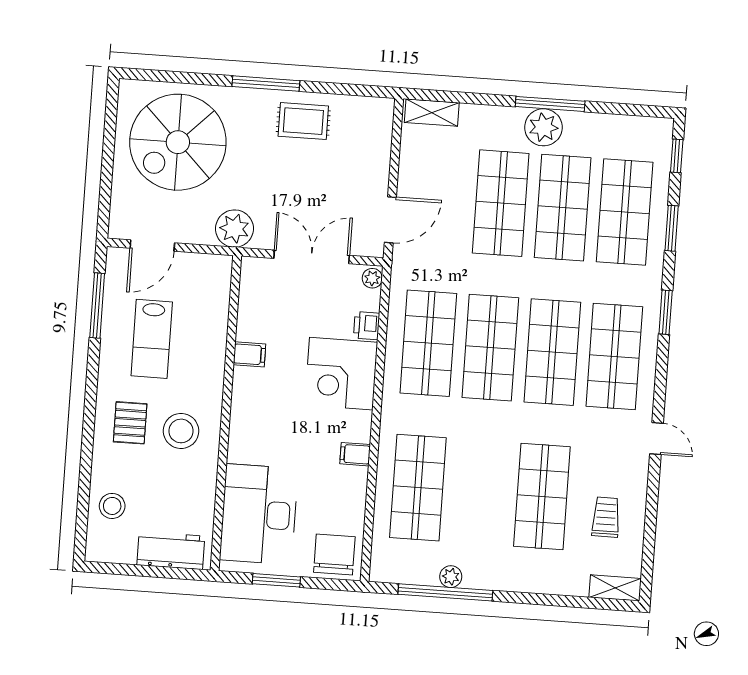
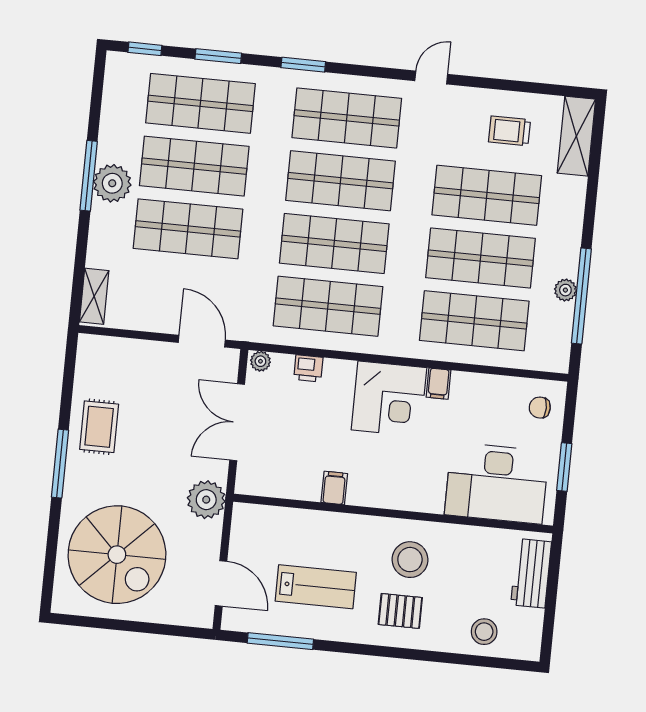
corner desk: (341, 374) -> (389, 399), moved
shop shelf: (480, 492) -> (481, 258), added
chair: (334, 555) -> (540, 408), width x0.54, depth x0.54
shelving: (615, 588) -> (576, 136), width x1.50, depth x1.33

